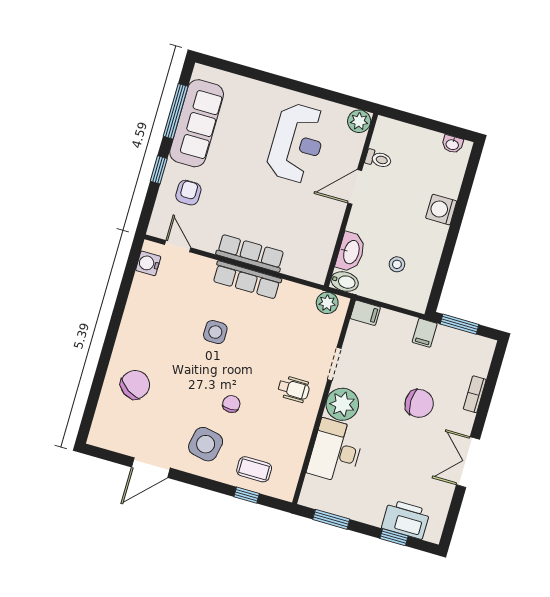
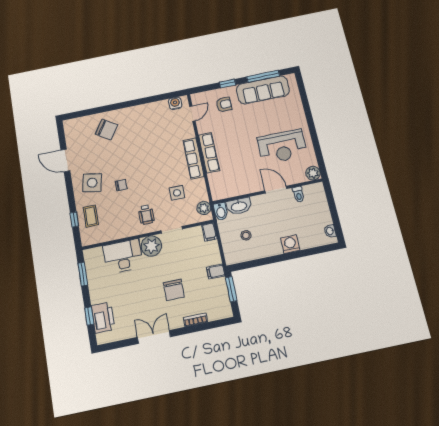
side table: (215, 332) -> (177, 193), moved

